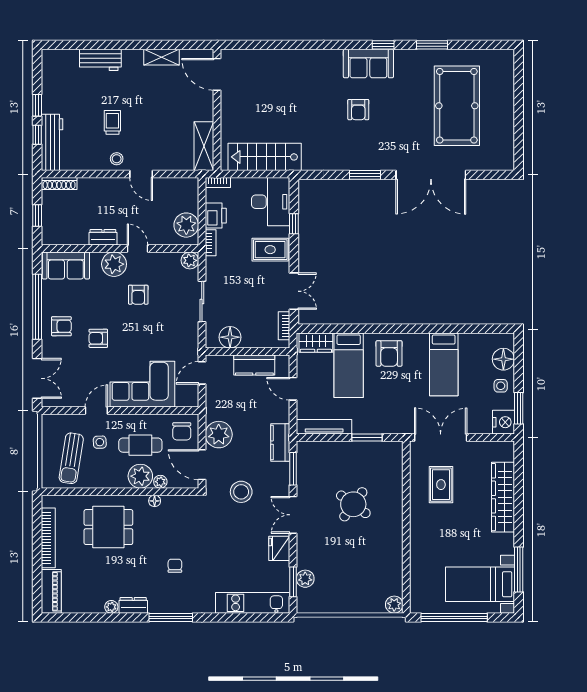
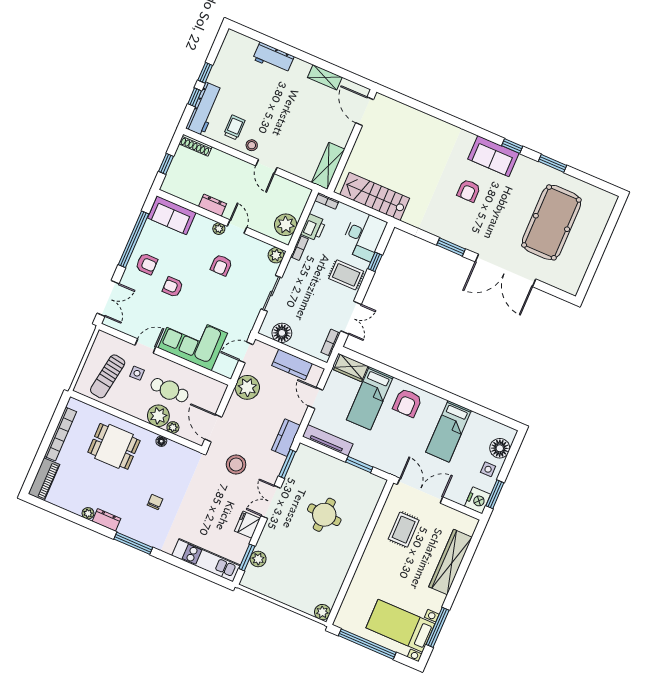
trolley: (112, 122) -> (234, 127), moved
plant: (114, 264) -> (219, 229), width x0.53, depth x0.53
chair: (182, 431) -> (209, 393), removed
plant: (219, 435) -> (247, 387), moved
round table: (353, 504) -> (324, 515), turned -32

